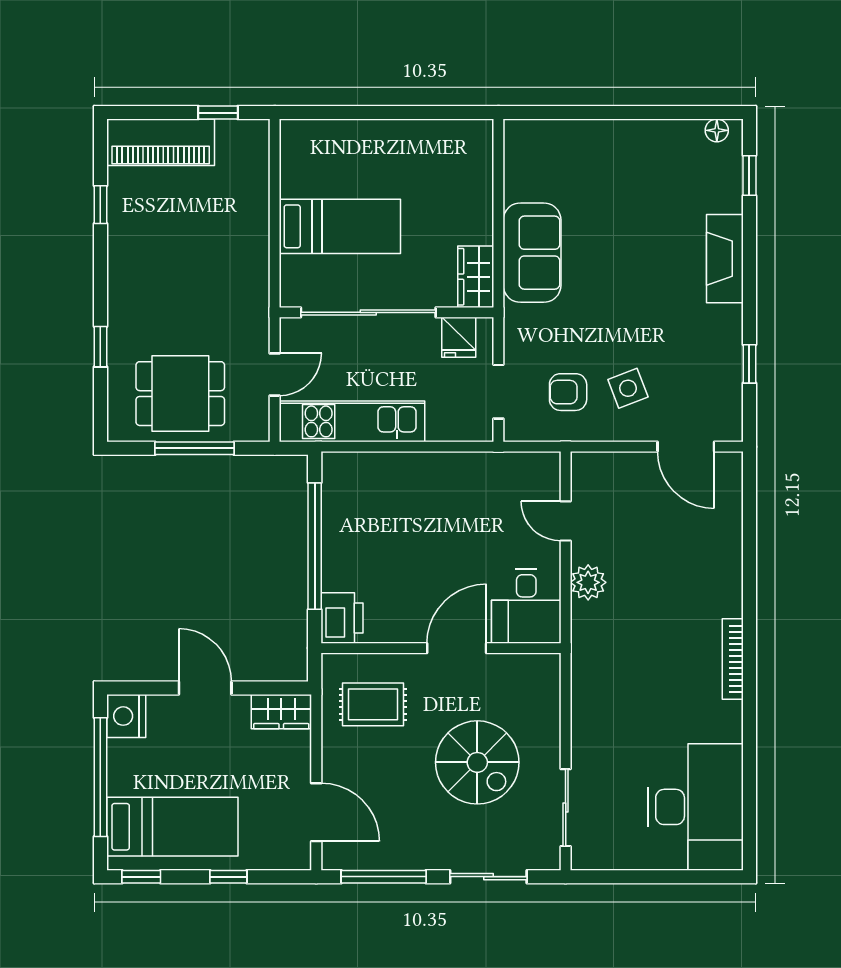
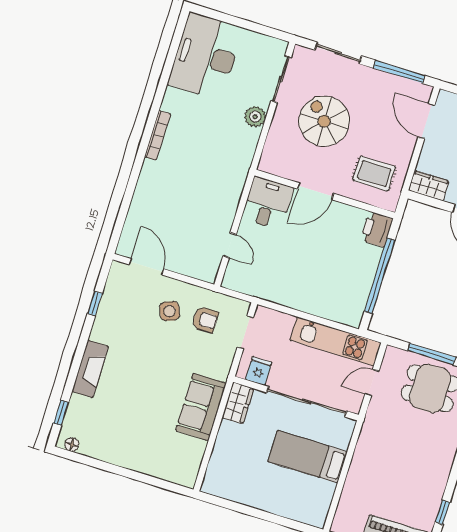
plant: (588, 582) -> (255, 117), moved

